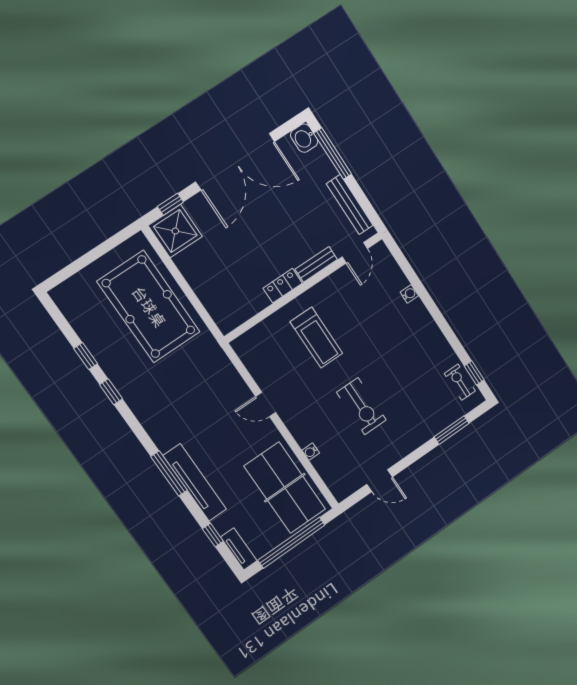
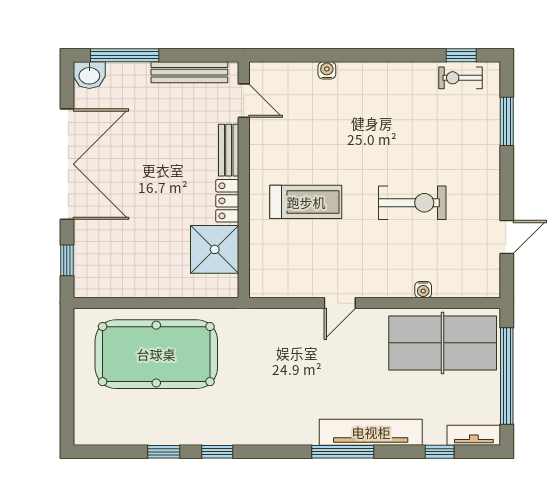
shower: (175, 231) -> (215, 249), moved

